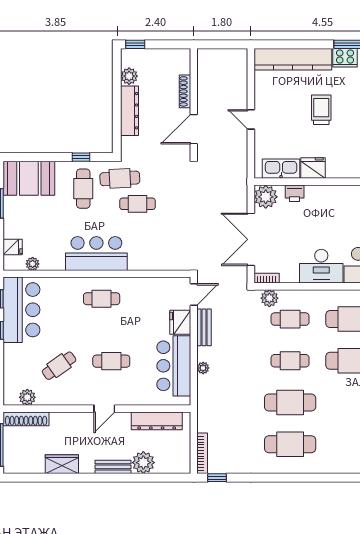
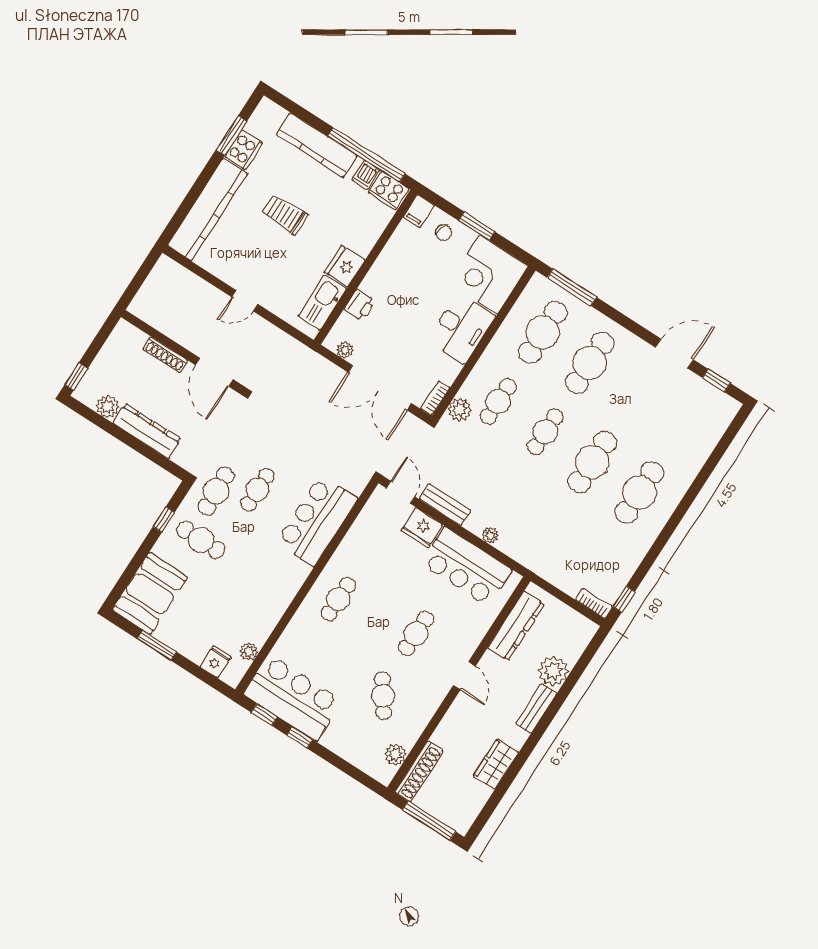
plant: (266, 197) -> (345, 350), width x0.53, depth x0.53
bar counter: (96, 254) -> (317, 521), moved
bookcase: (202, 453) -> (594, 603), width x0.64

